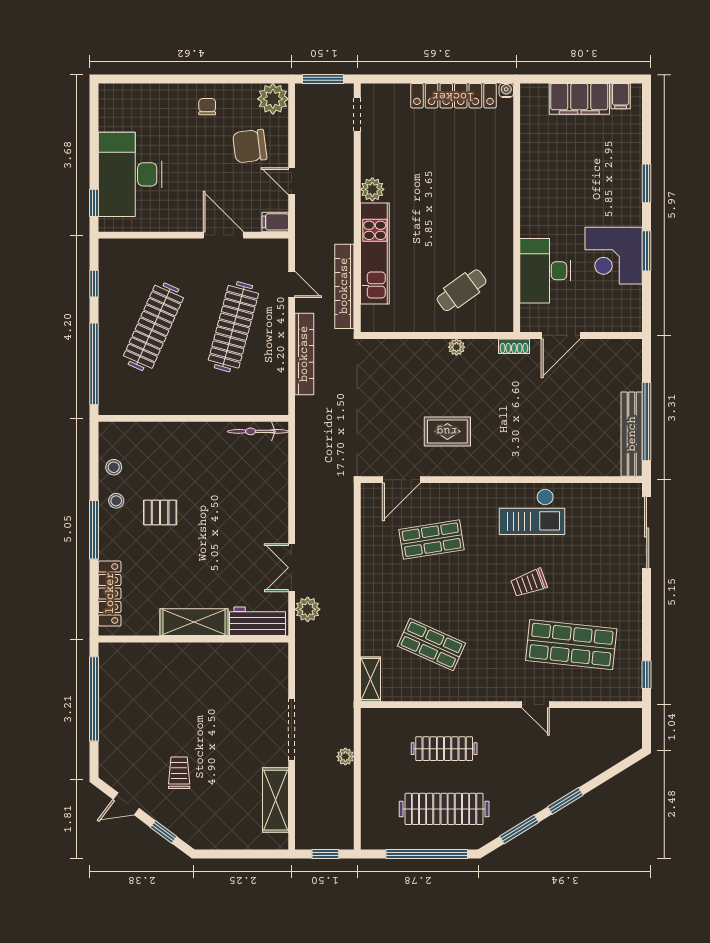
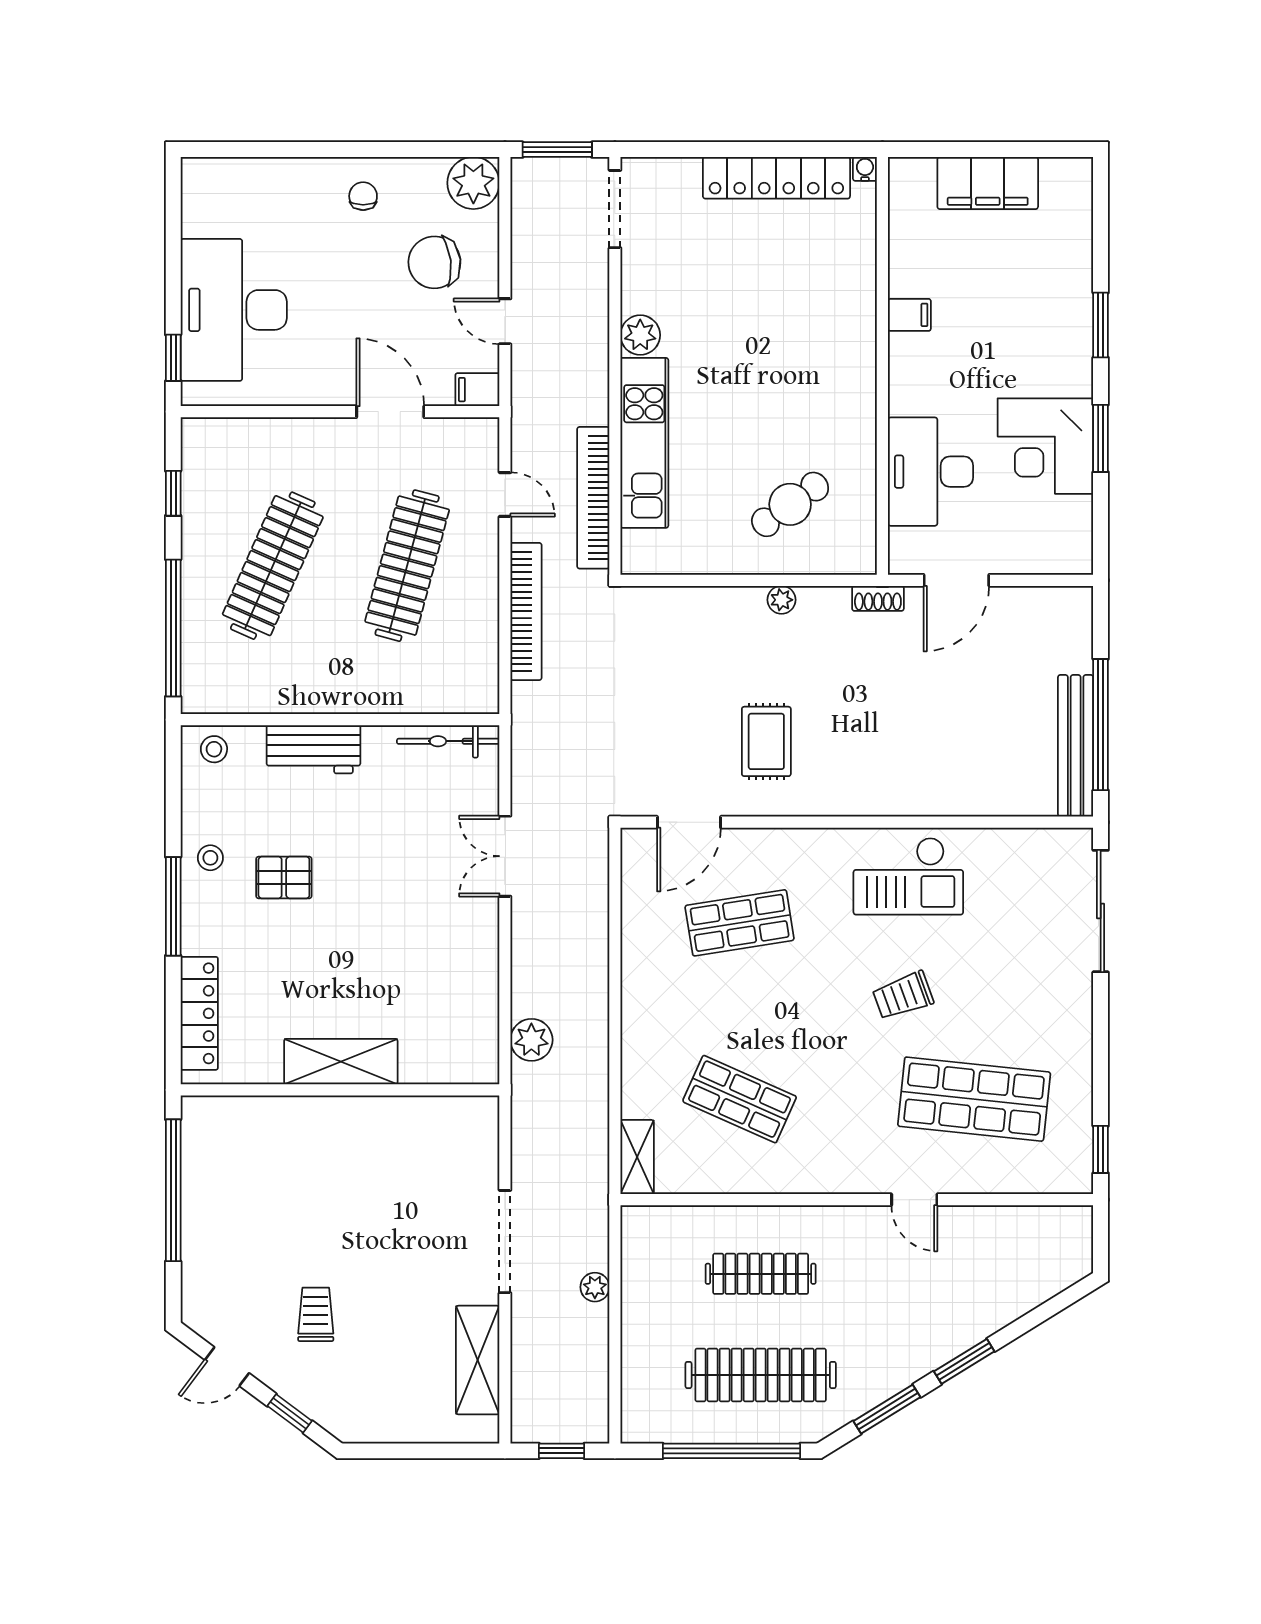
filing cabinet: (621, 96) -> (909, 315), moved, turned -90
doorway: (357, 114) -> (615, 209), width x1.38
rug: (447, 431) -> (766, 741), turned 90
stool: (114, 467) -> (214, 749), moved
double door: (292, 568) -> (505, 856), moved
workbench: (257, 621) -> (313, 749), moved, turned 180

